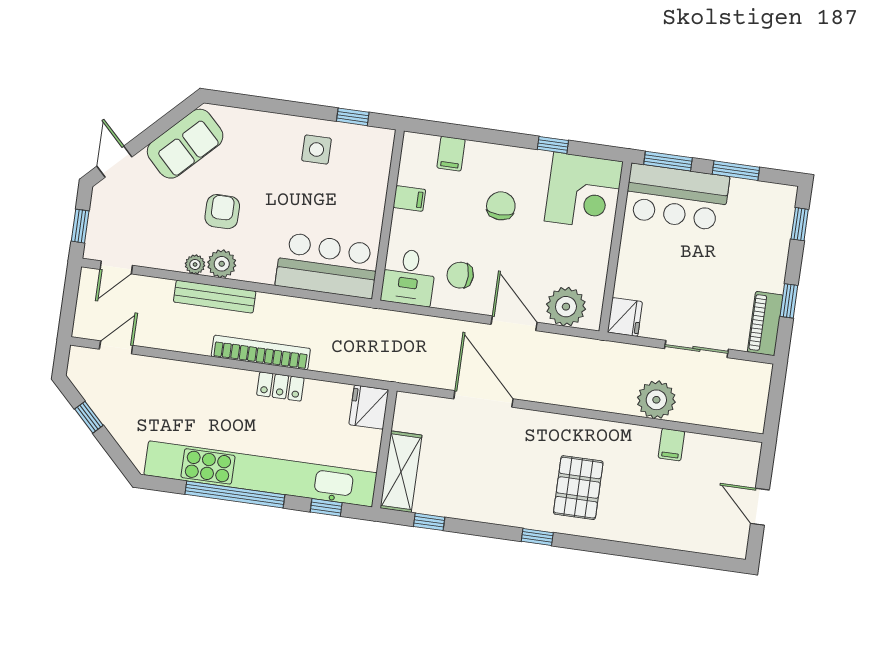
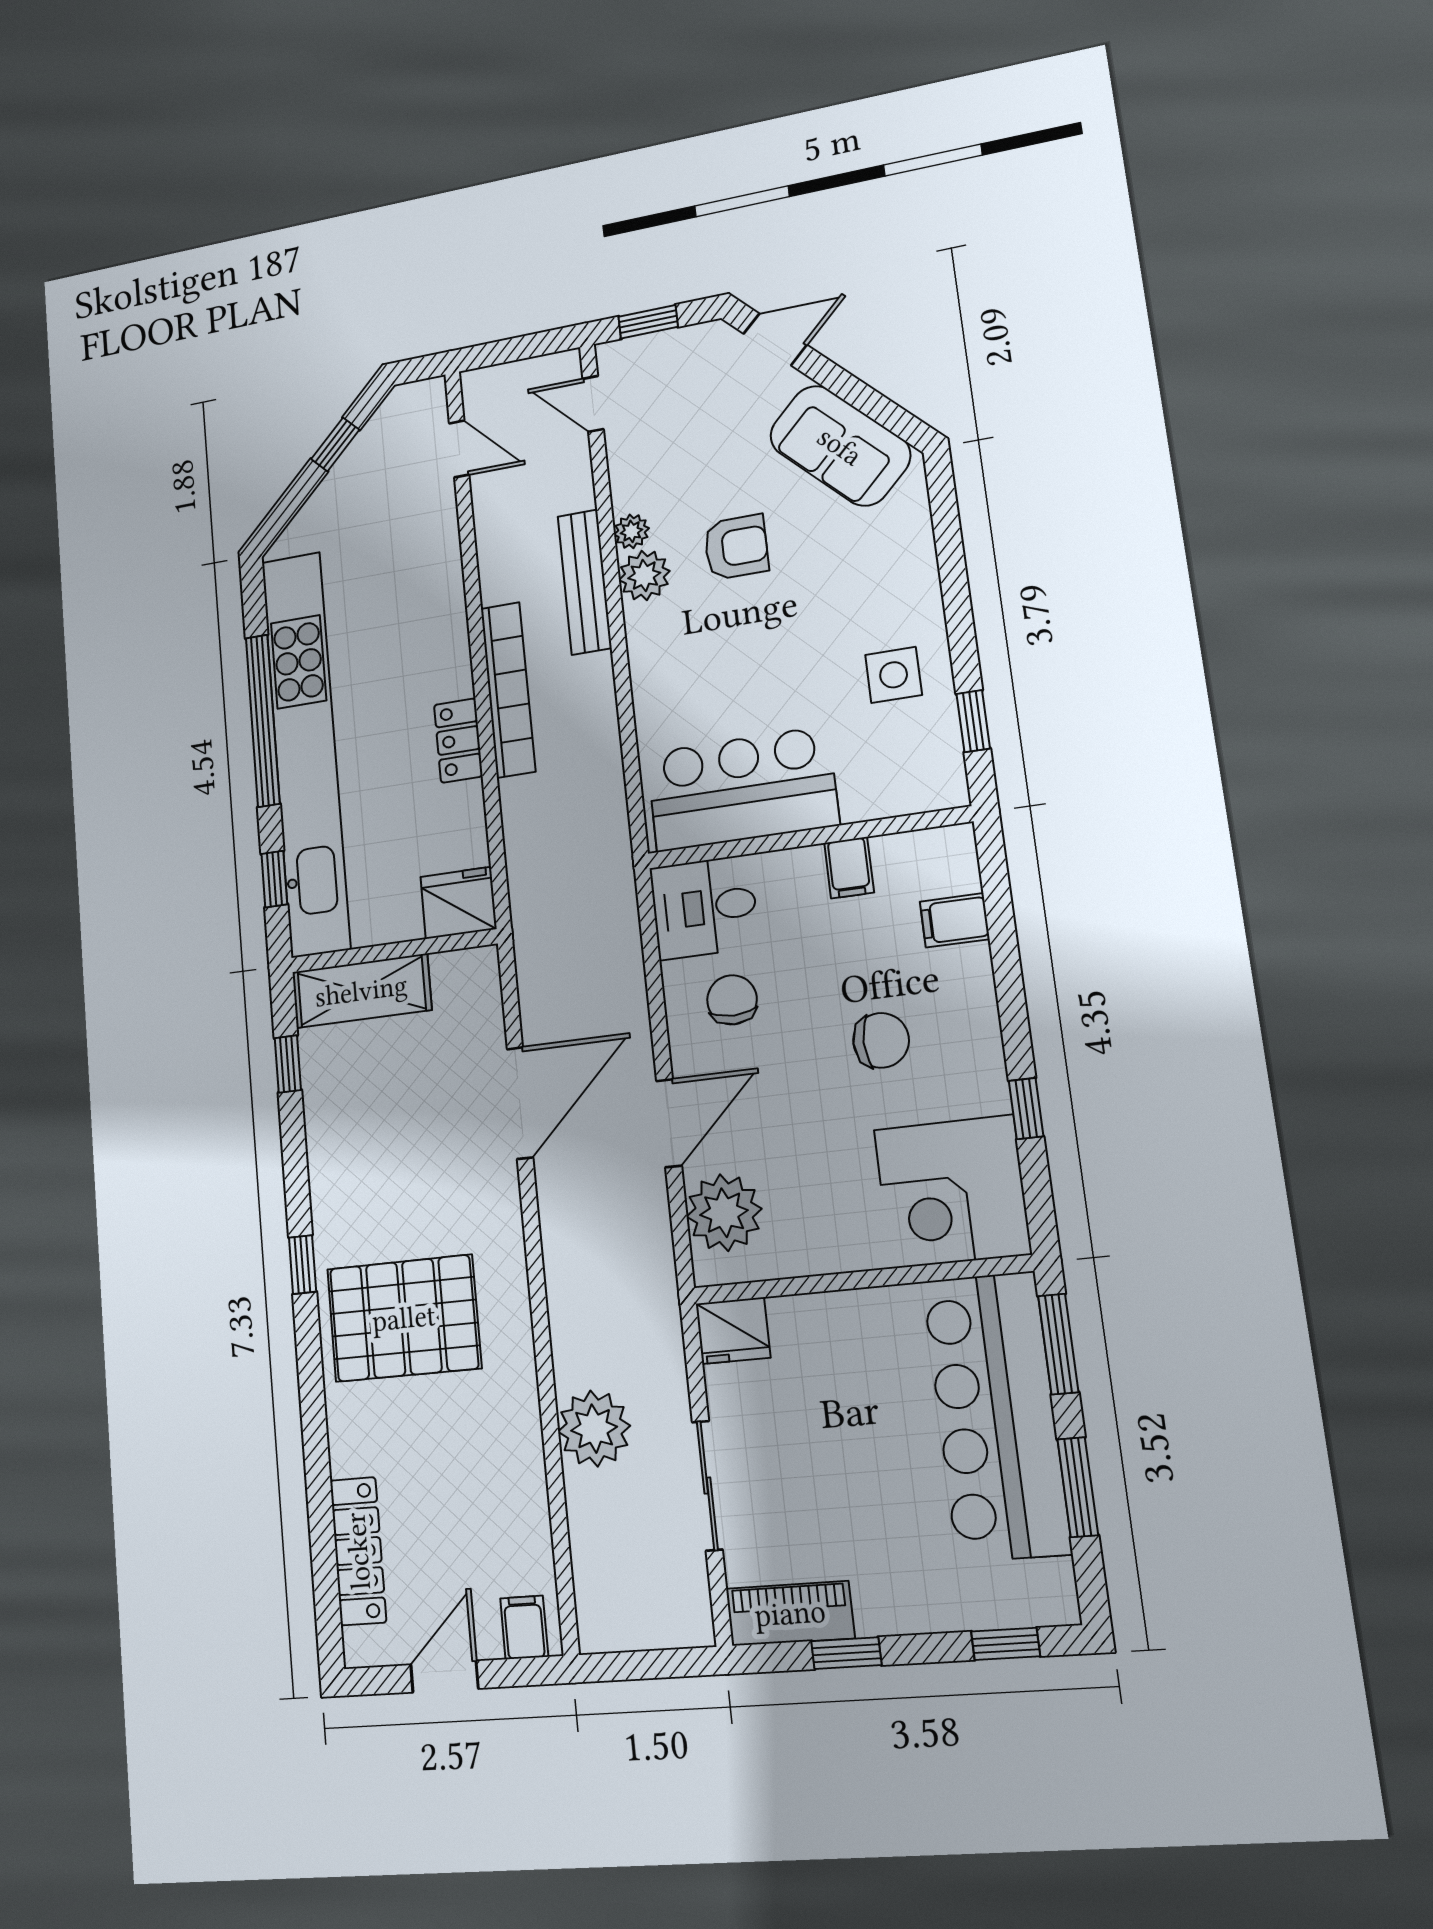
bar counter: (677, 197) -> (996, 1416), width x1.36
bar counter: (327, 265) -> (742, 789), moved, turned -90
filing cabinet: (671, 445) -> (524, 1627), moved, turned 90
pallet: (578, 488) -> (404, 1318), width x1.37, depth x1.41
locker: (689, 539) -> (358, 1551), added

